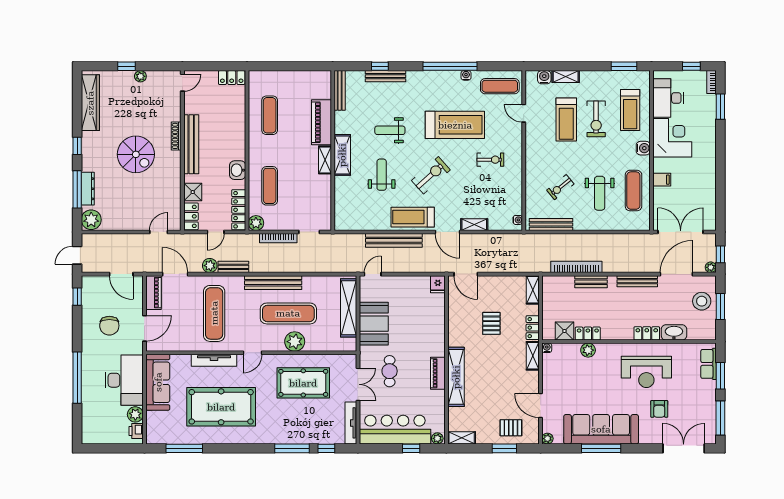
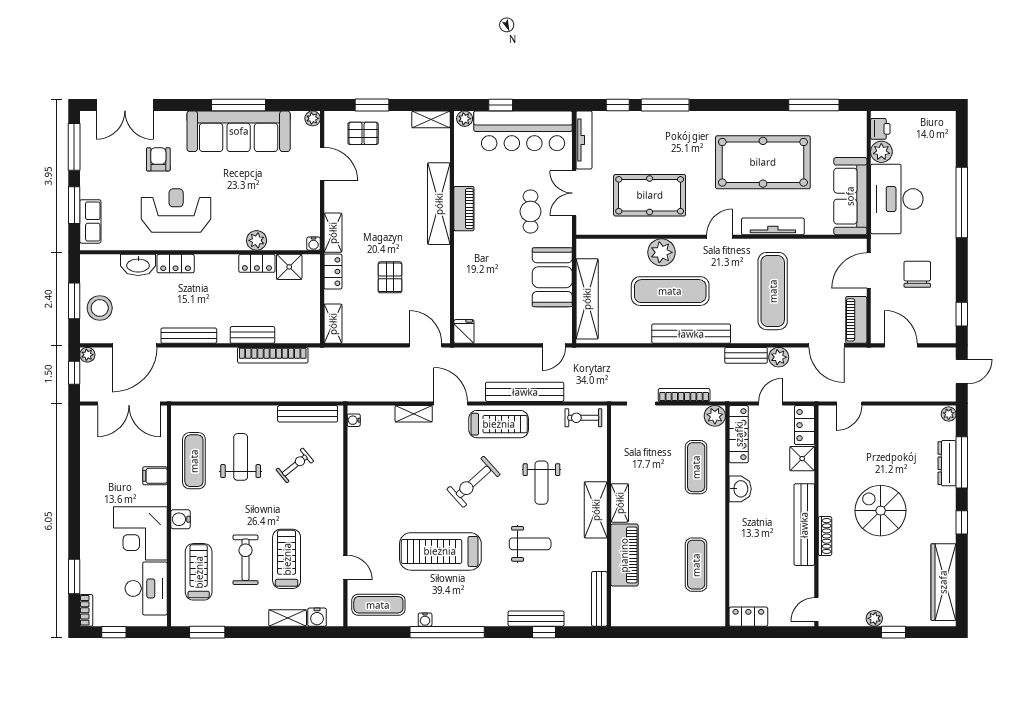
exercise bike: (490, 160) -> (583, 418), moved
plant: (91, 220) -> (949, 414), width x0.53, depth x0.53

